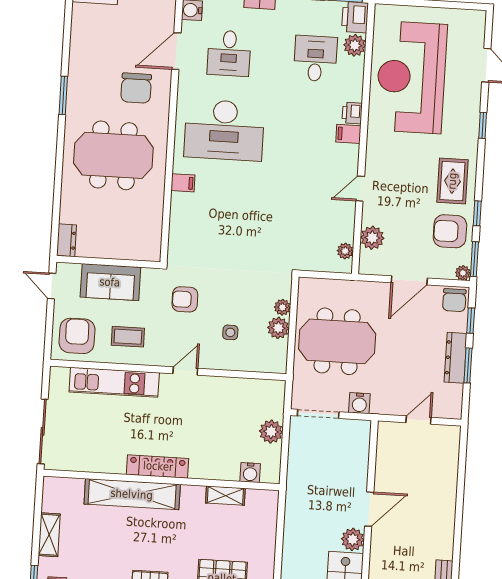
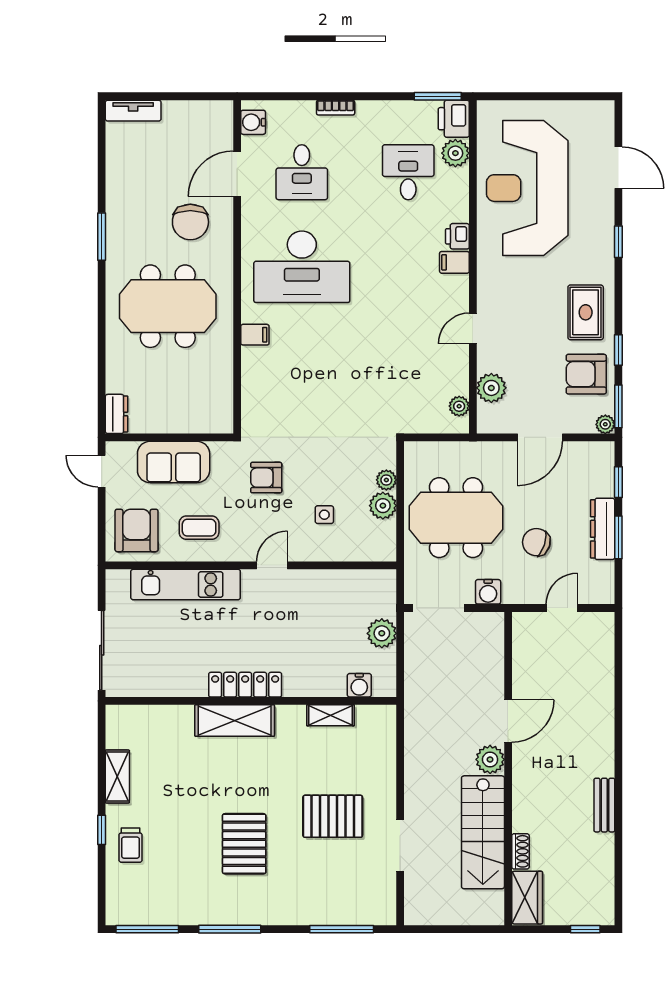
chair: (454, 300) -> (536, 542), moved, turned 108
shelving: (132, 494) -> (235, 720), width x0.68

